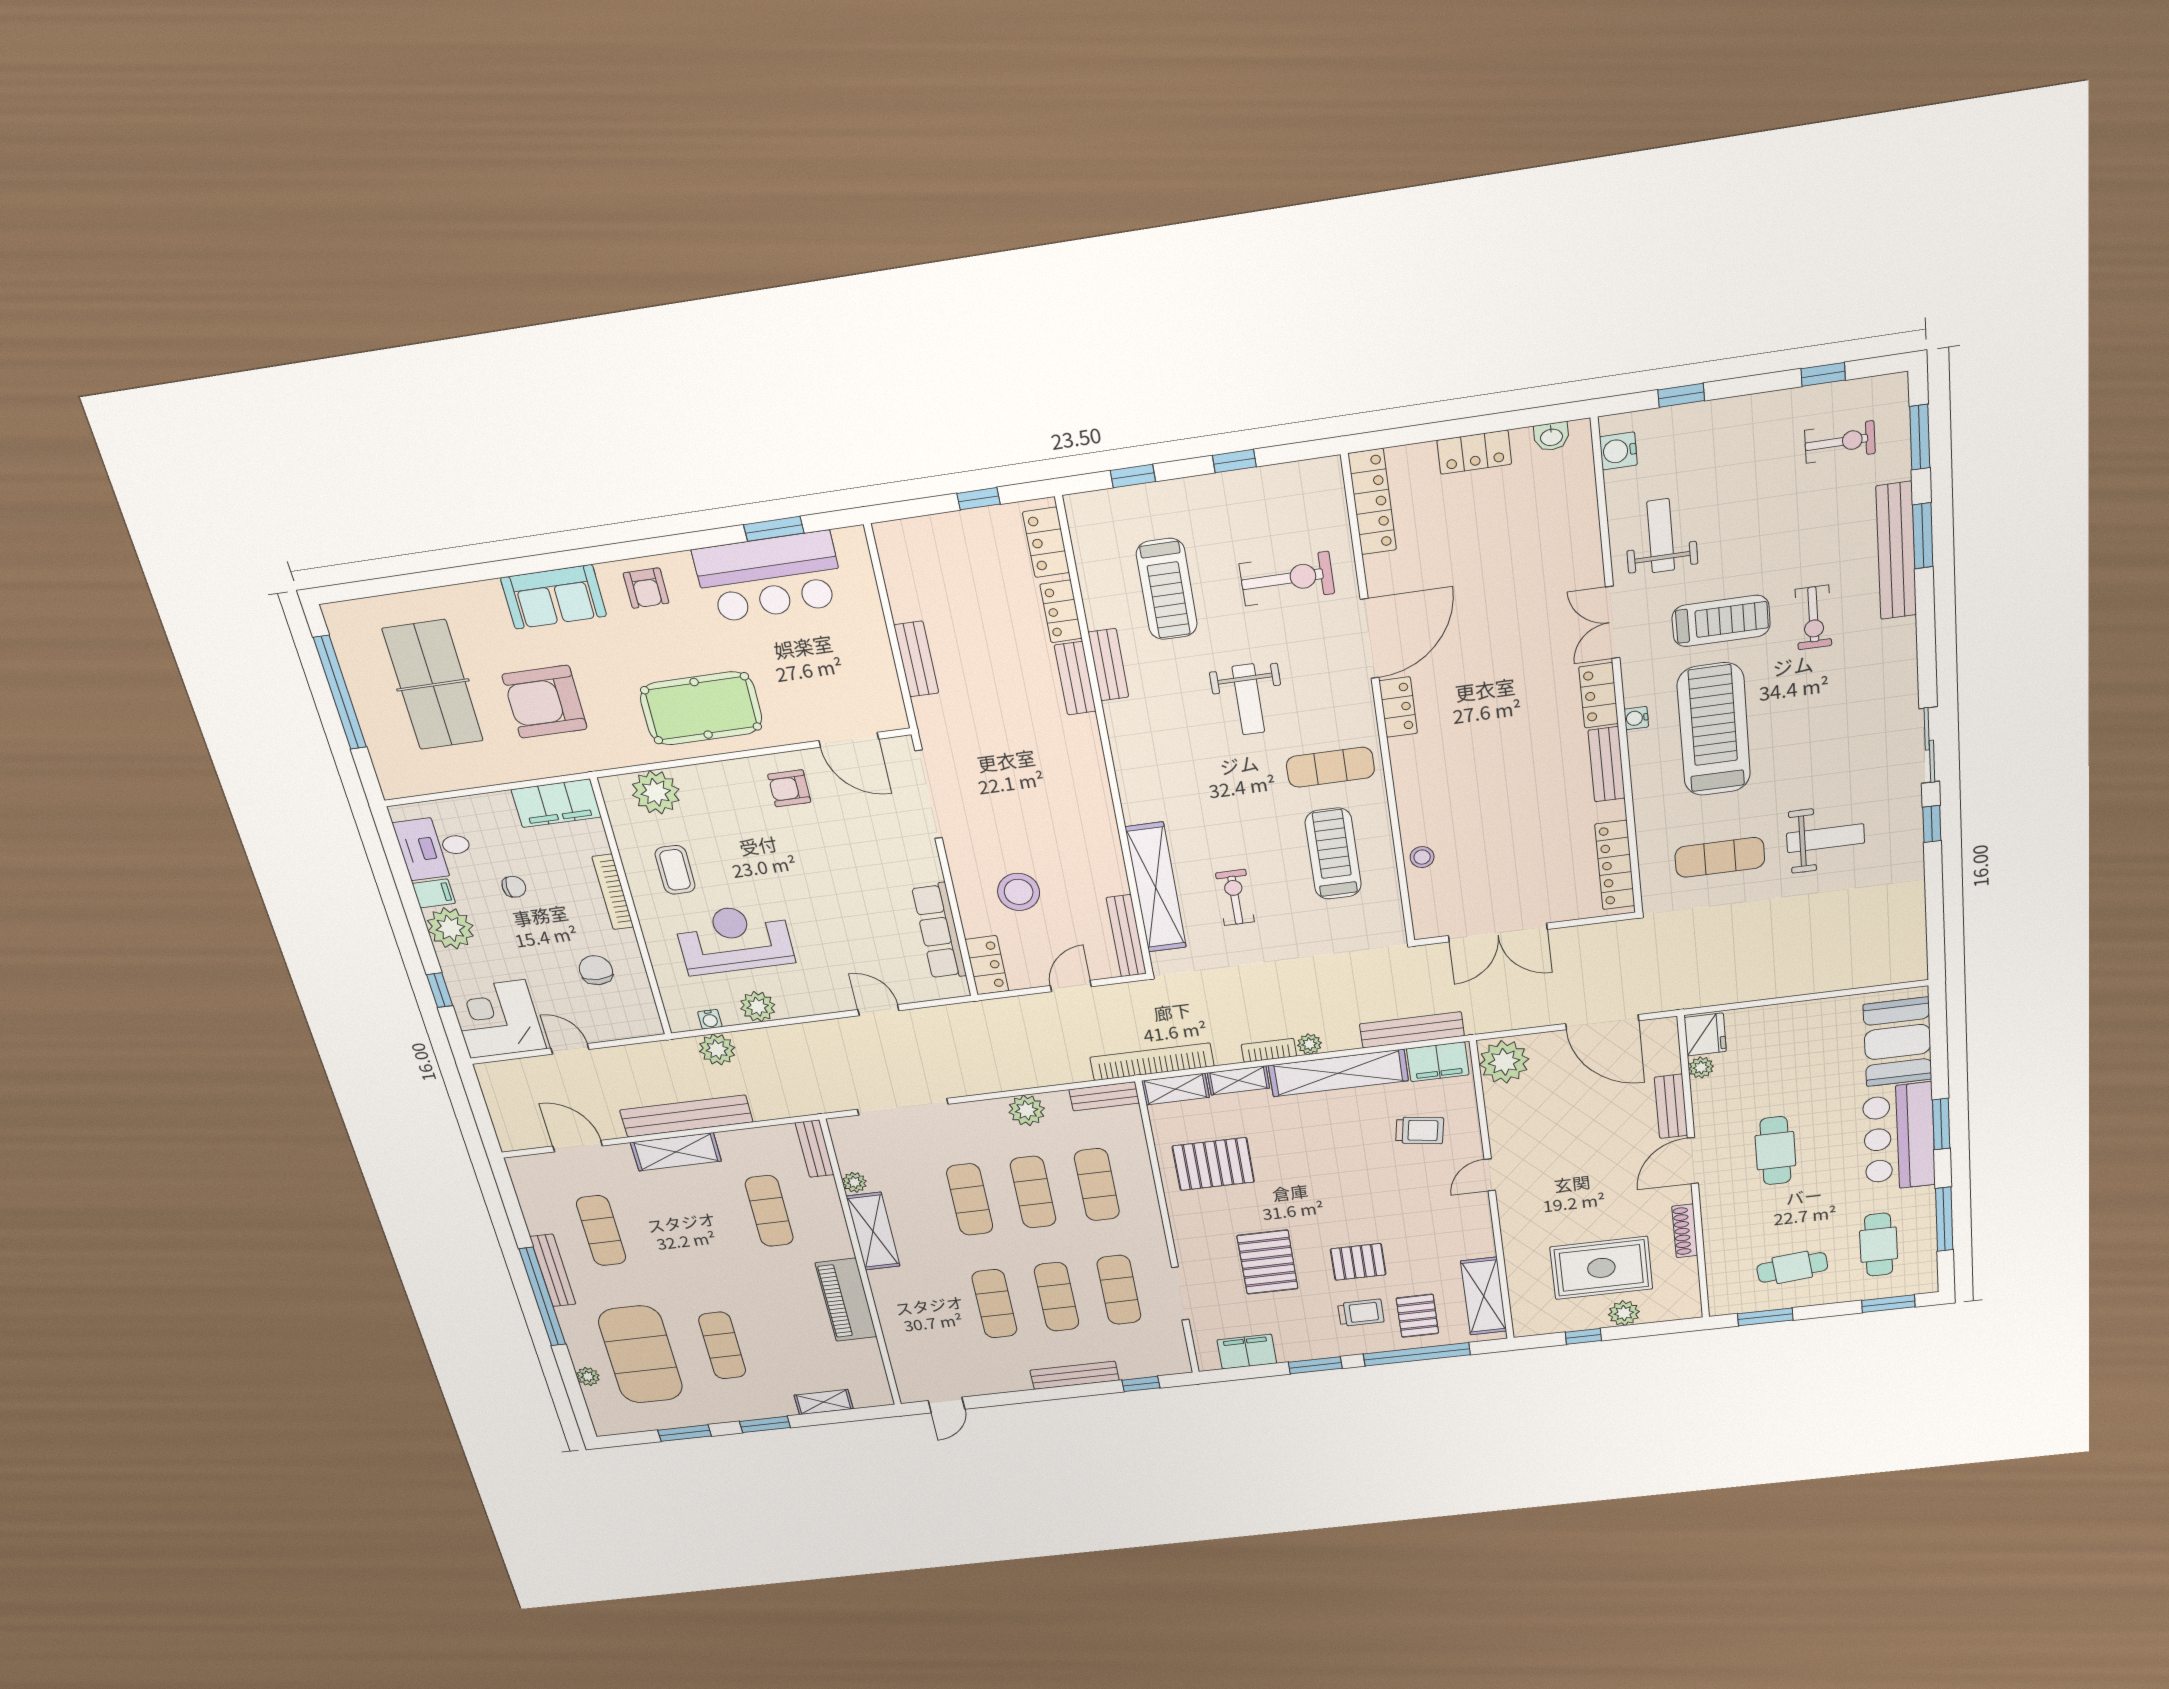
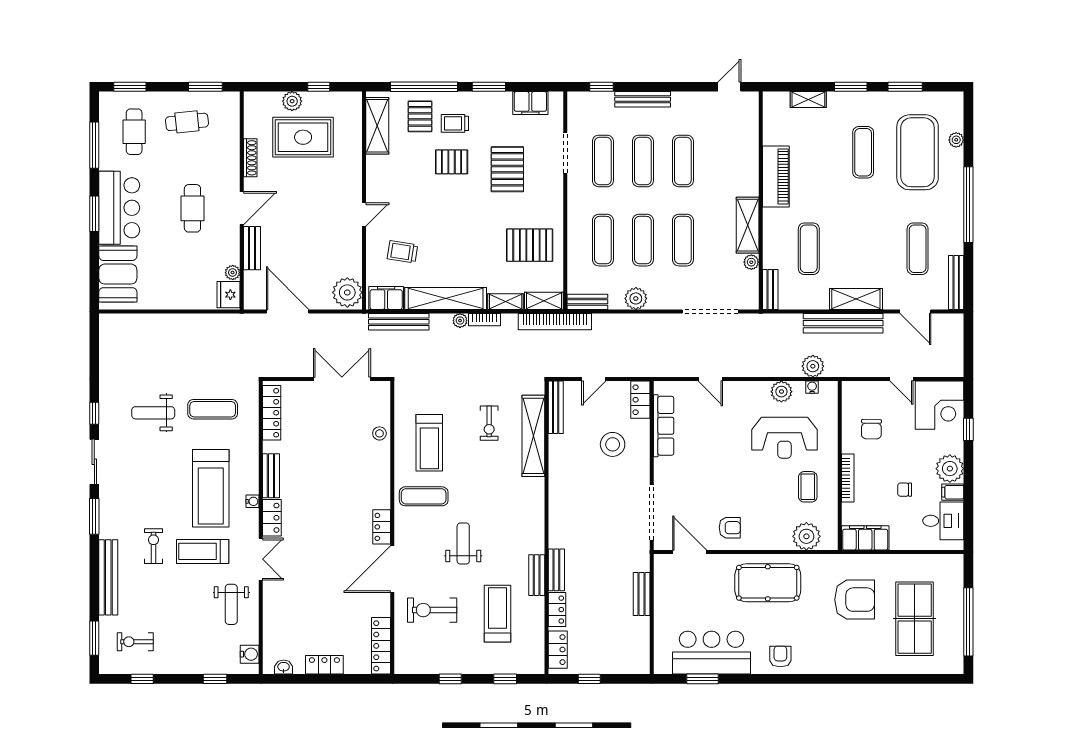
window: (1923, 536) -> (94, 516), moved
sofa: (554, 597) -> (833, 659), removed
bench: (553, 1270) -> (956, 282), moved

